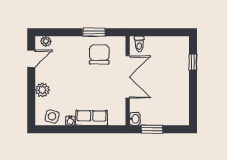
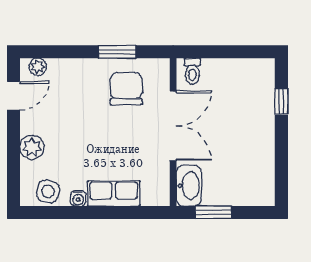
washbasin: (135, 119) -> (189, 186), width x1.91, depth x1.45

